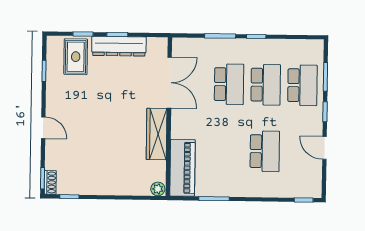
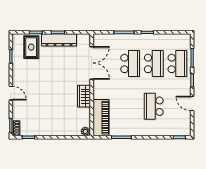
wardrobe: (157, 134) -> (84, 96), width x0.67
school desk: (265, 151) -> (154, 106), turned 180

